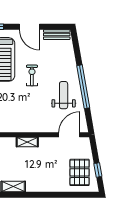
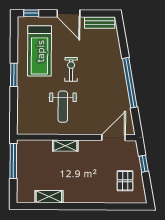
weight bench: (64, 95) -> (63, 107), moved, turned 180
window: (98, 170) -> (144, 164), moved
pallet: (80, 172) -> (125, 181), width x0.67, depth x0.71

